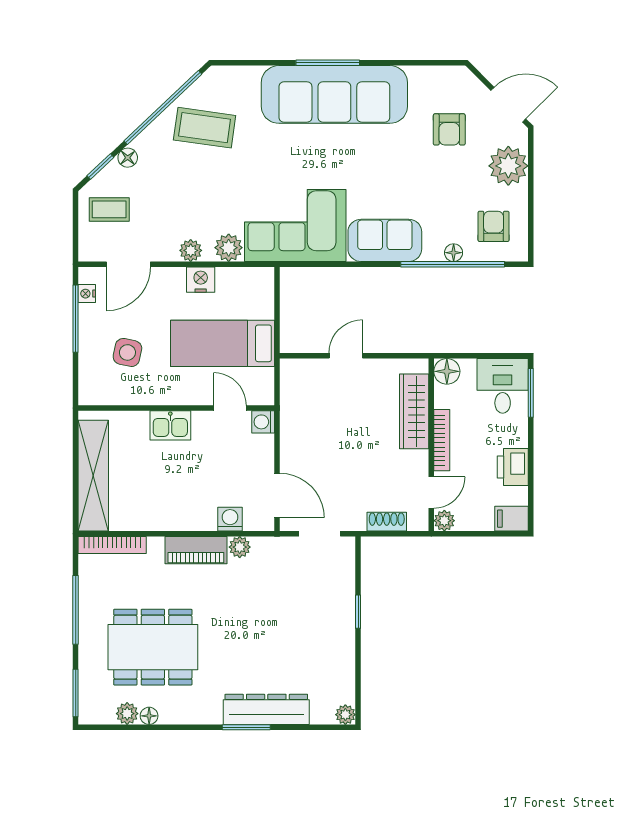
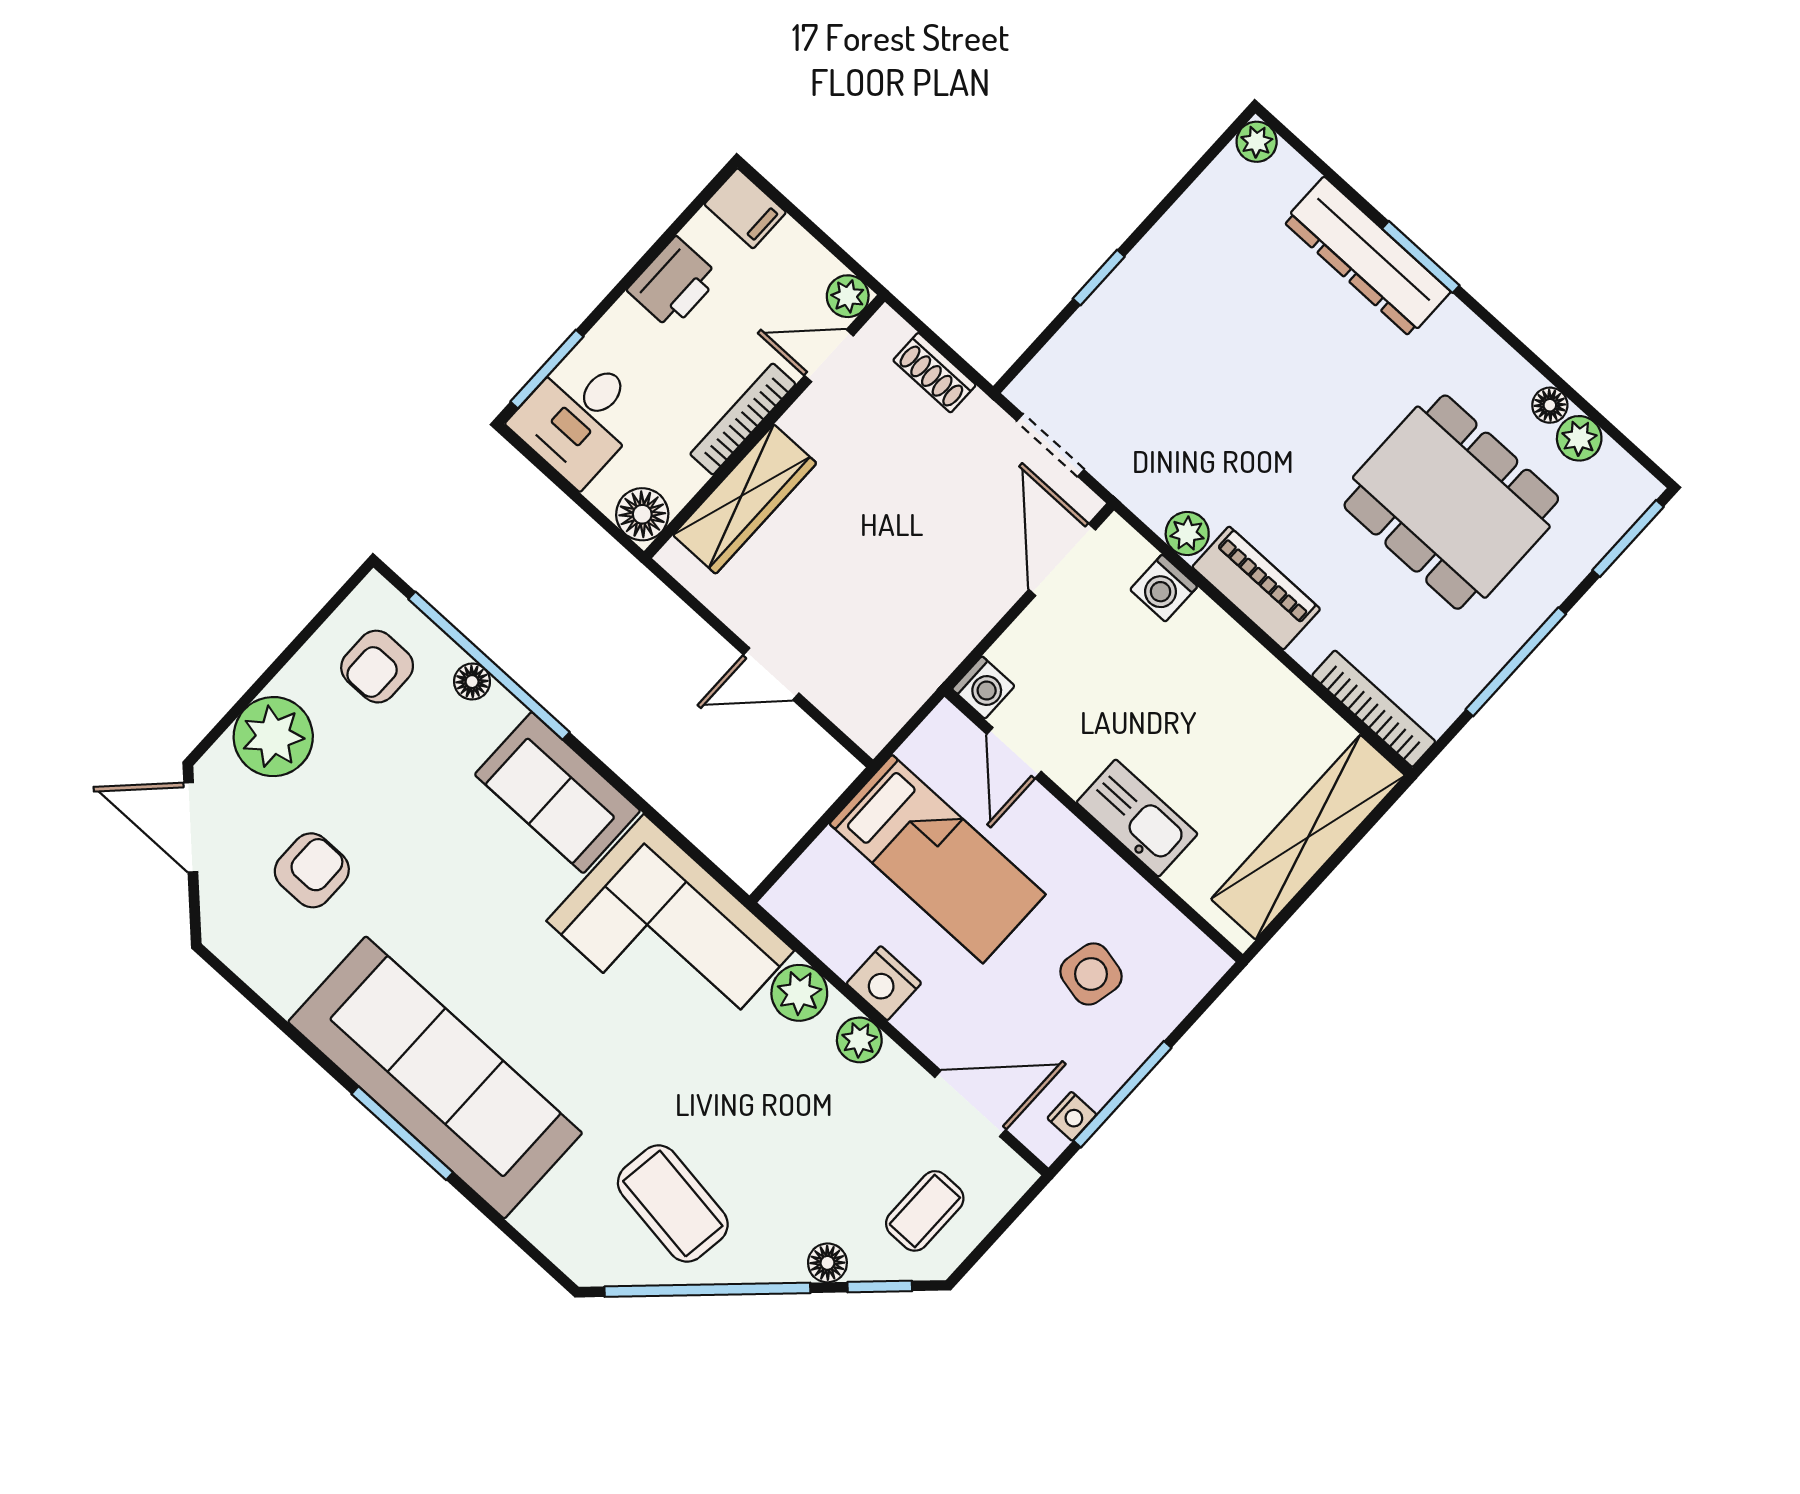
coffee table: (109, 209) -> (925, 1211), turned 90
kitchen sink: (170, 425) -> (1137, 818), width x1.38

